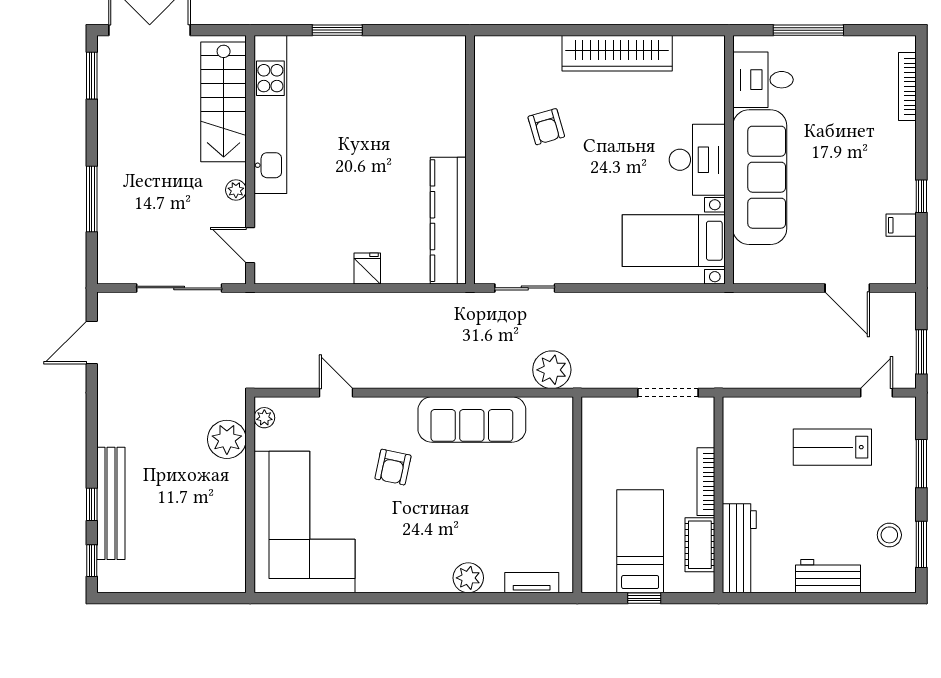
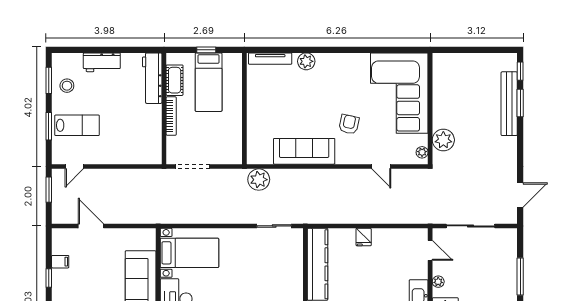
lab bench: (832, 447) -> (77, 125), moved
window: (92, 504) -> (520, 103), width x1.50
tv unit: (532, 583) -> (270, 59), width x1.41

